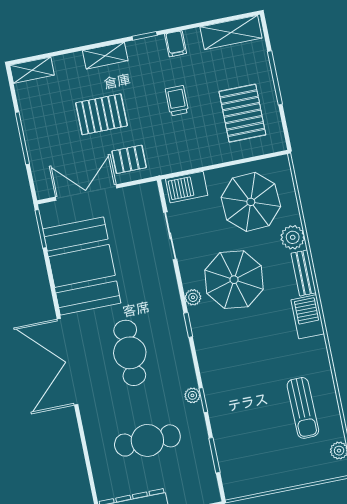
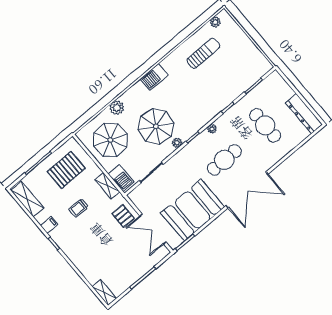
shelving: (105, 56) -> (107, 186), moved
pallet: (101, 114) -> (107, 243), removed
bench: (304, 273) -> (132, 92), removed
plant: (192, 395) -> (212, 129), moved

